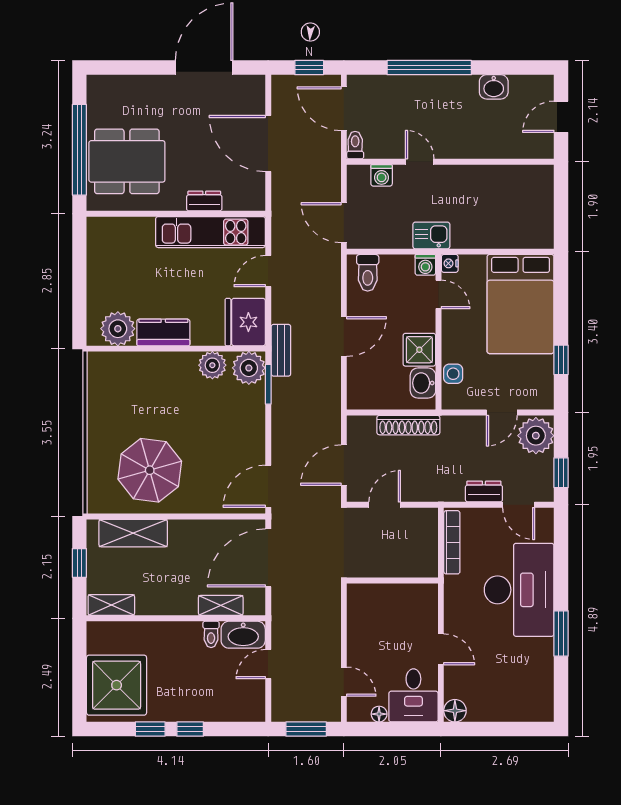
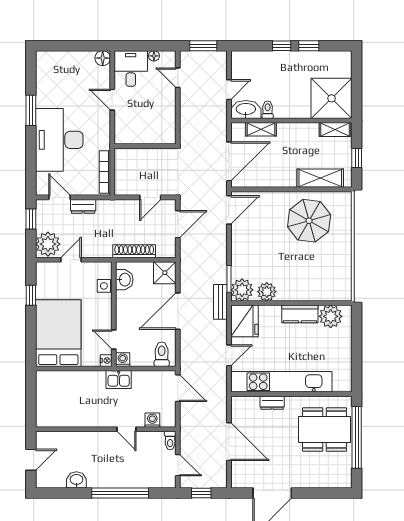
door: (344, 109) -> (178, 465), width x0.73
kitchen unit: (211, 232) -> (281, 382), width x1.36
door: (344, 337) -> (178, 311), width x1.36
shower: (419, 350) -> (165, 273), moved
shower: (117, 685) -> (332, 98), moved

